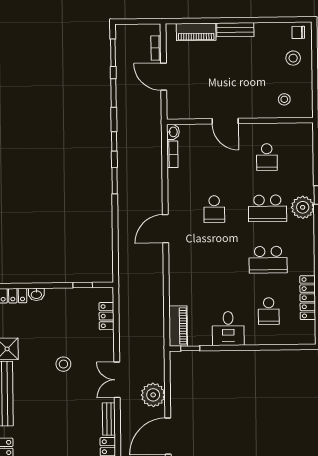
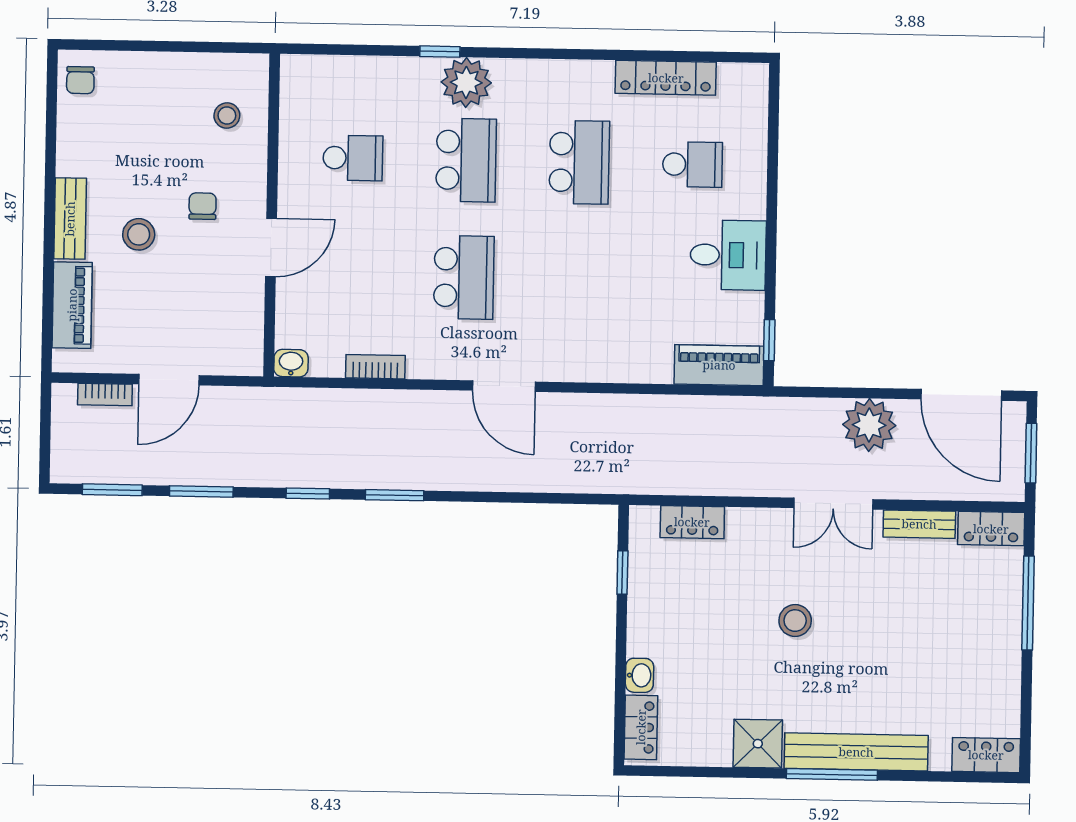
stool: (293, 58) -> (139, 234), moved
chair: (243, 90) -> (203, 206), added
bookcase: (172, 154) -> (375, 367), moved
school desk: (214, 209) -> (464, 277), width x1.85

